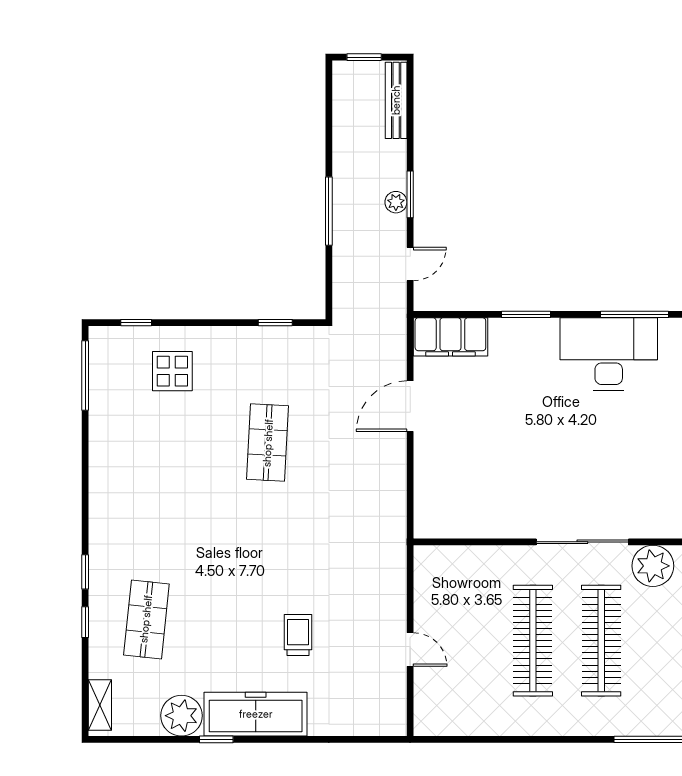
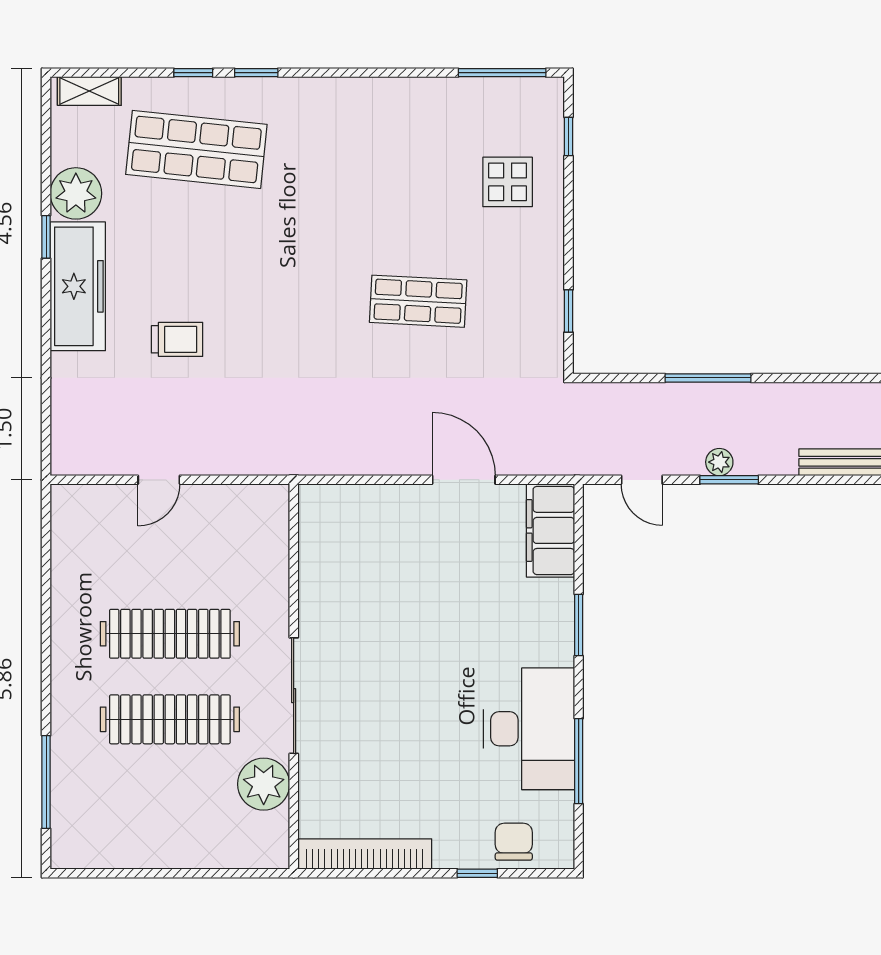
shop shelf: (146, 619) -> (196, 149), width x1.43, depth x1.36

